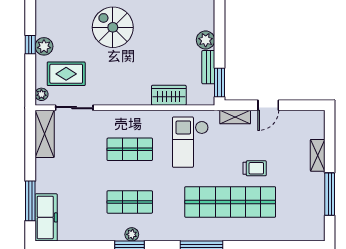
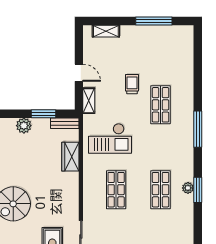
bench: (208, 67) -> (65, 123), moved
window: (220, 83) -> (44, 114), moved
shelving: (318, 155) -> (106, 31), moved
shop shelf: (230, 202) -> (161, 105), width x0.50, depth x0.74

